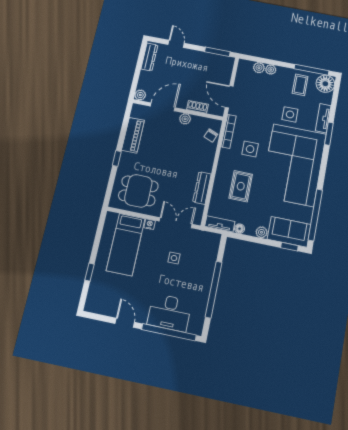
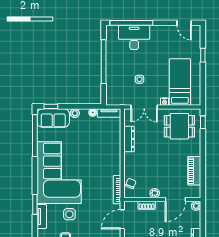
door: (229, 97) -> (122, 219), swing flipped
side table: (250, 149) -> (97, 179), removed
window: (117, 158) -> (203, 122), moved
rug: (241, 186) -> (98, 147), removed
door: (125, 323) -> (184, 23), moved

